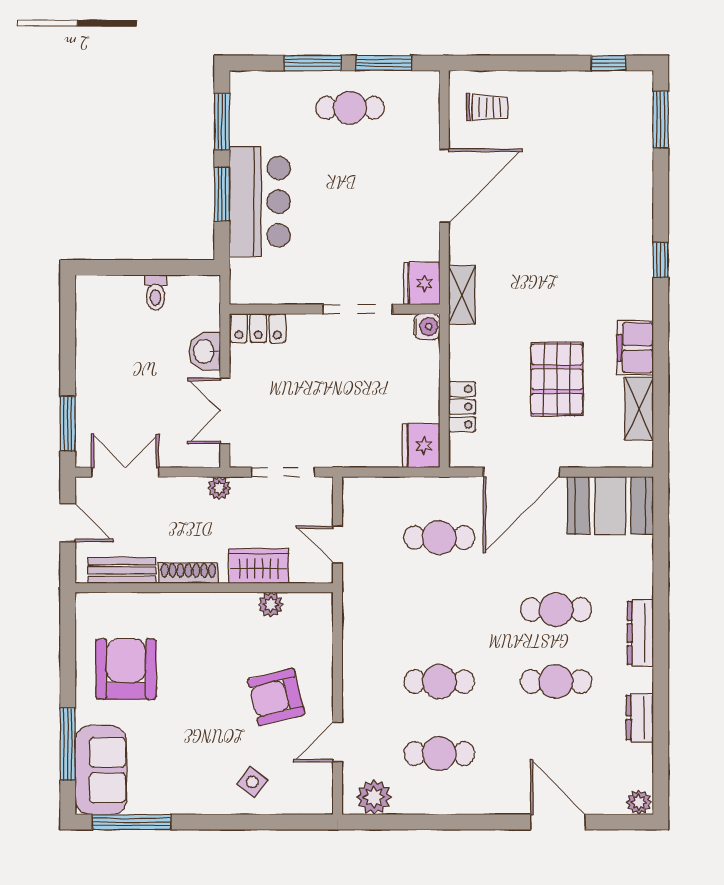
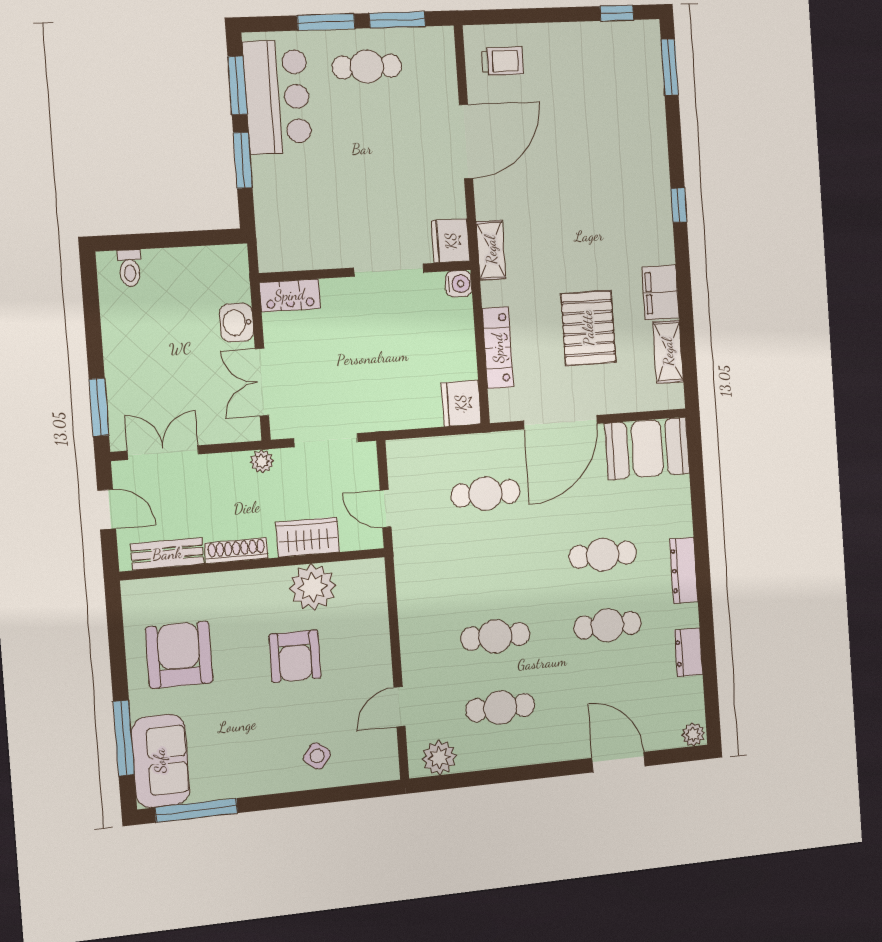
bar counter: (260, 202) -> (277, 97), moved
toilet: (155, 293) -> (130, 268), moved
locker: (462, 407) -> (498, 348), width x1.53
plant: (271, 605) -> (313, 587), width x1.88, depth x1.88
armchair: (276, 697) -> (295, 656), moved, turned -76

